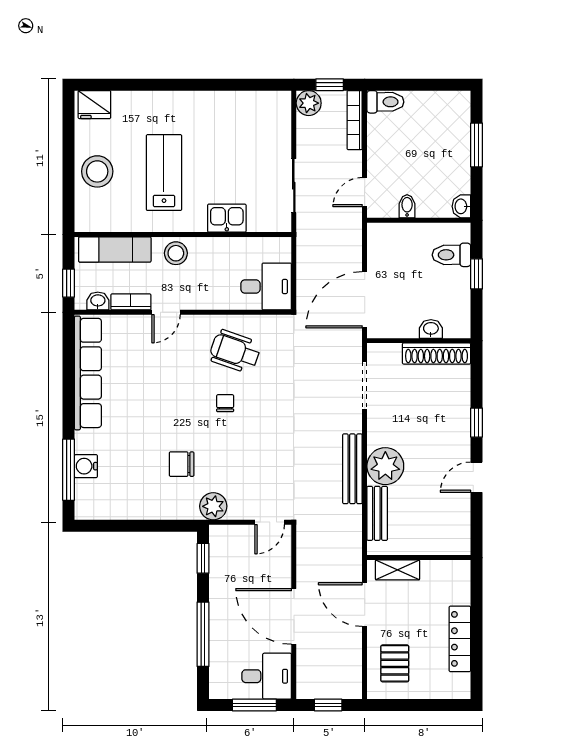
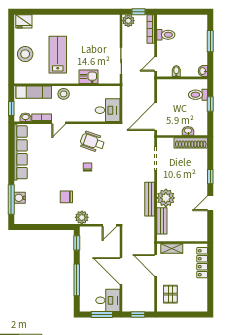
toilet: (385, 102) -> (166, 35), moved
locker: (460, 639) -> (202, 263), moved

